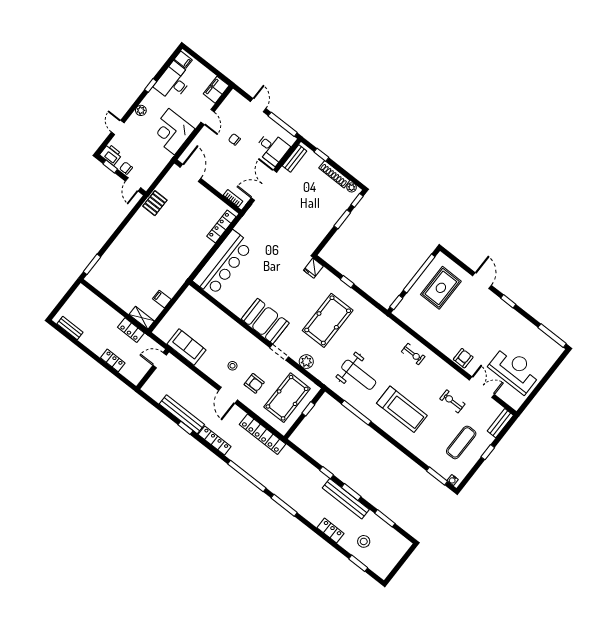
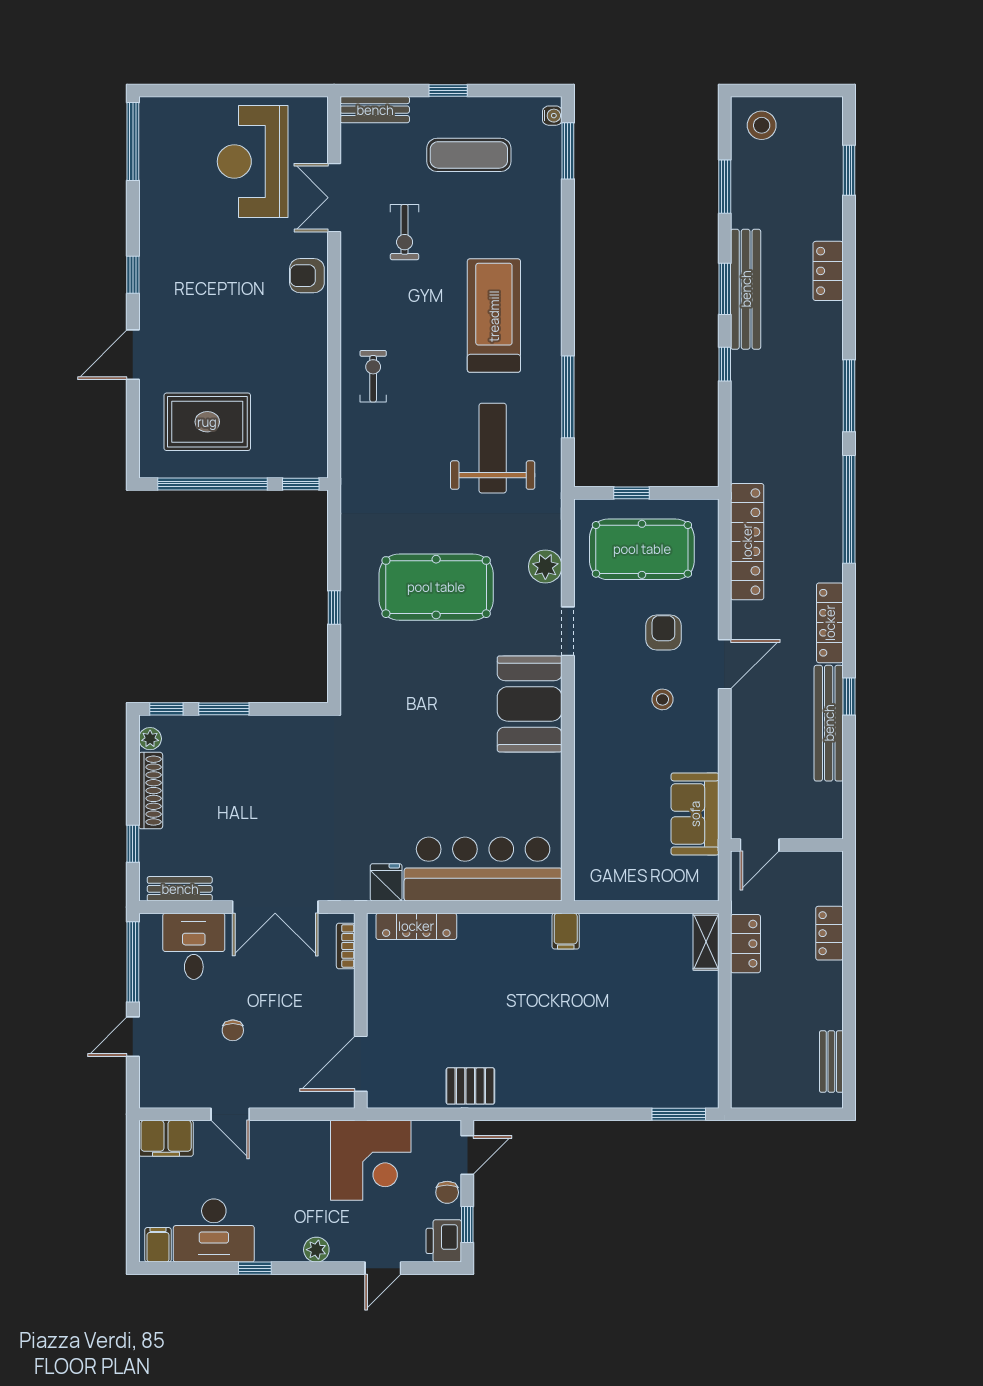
door: (208, 117) -> (230, 1114), swing flipped
corner desk: (172, 132) -> (371, 1160), moved
fridge: (313, 268) -> (386, 882), moved, turned -90
filing cabinet: (162, 299) -> (566, 931), moved
door: (160, 360) -> (760, 845), hinge flipped
stool: (364, 541) -> (762, 125), moved

